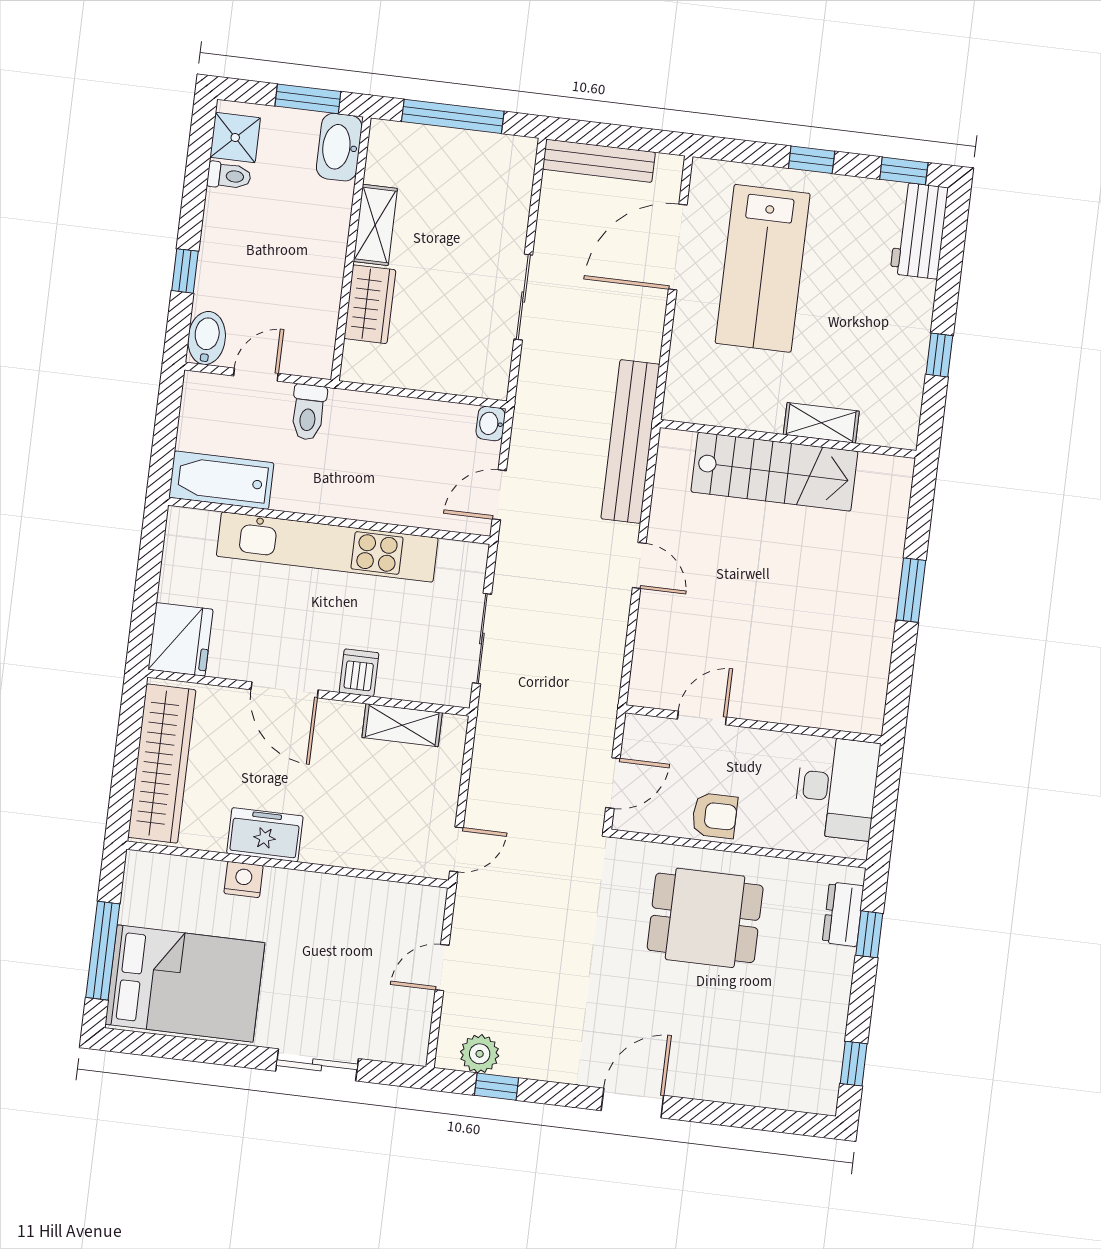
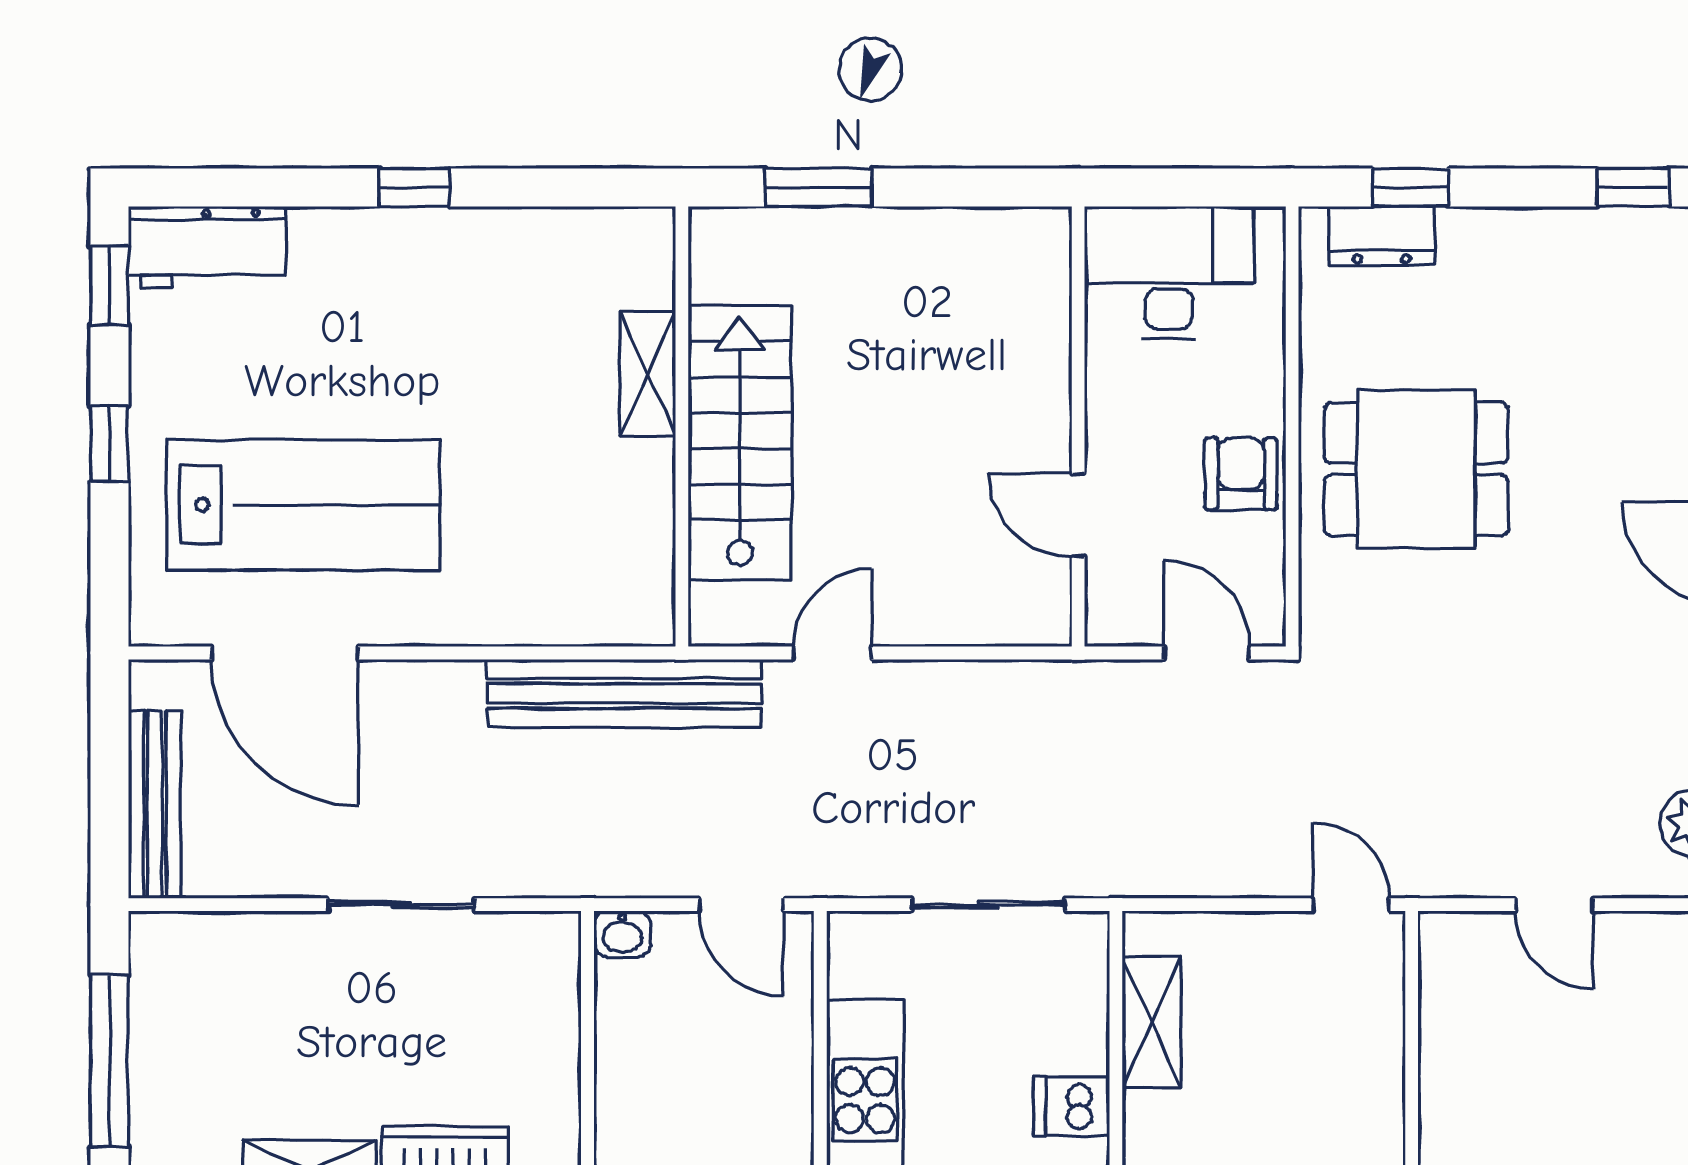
shelving: (821, 423) -> (648, 374), moved
wall: (788, 439) -> (682, 427), moved
stairs: (774, 472) -> (740, 443), moved
dining table: (705, 918) -> (1416, 469), turned 90

